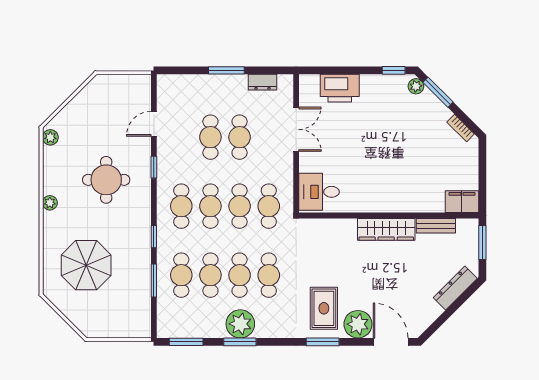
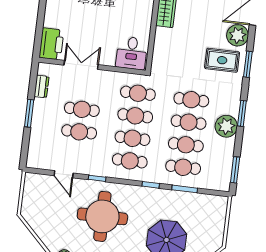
printer: (340, 88) -> (51, 44), moved
round table: (106, 180) -> (102, 216), width x1.36, depth x1.36
window: (240, 342) -> (242, 113), moved

